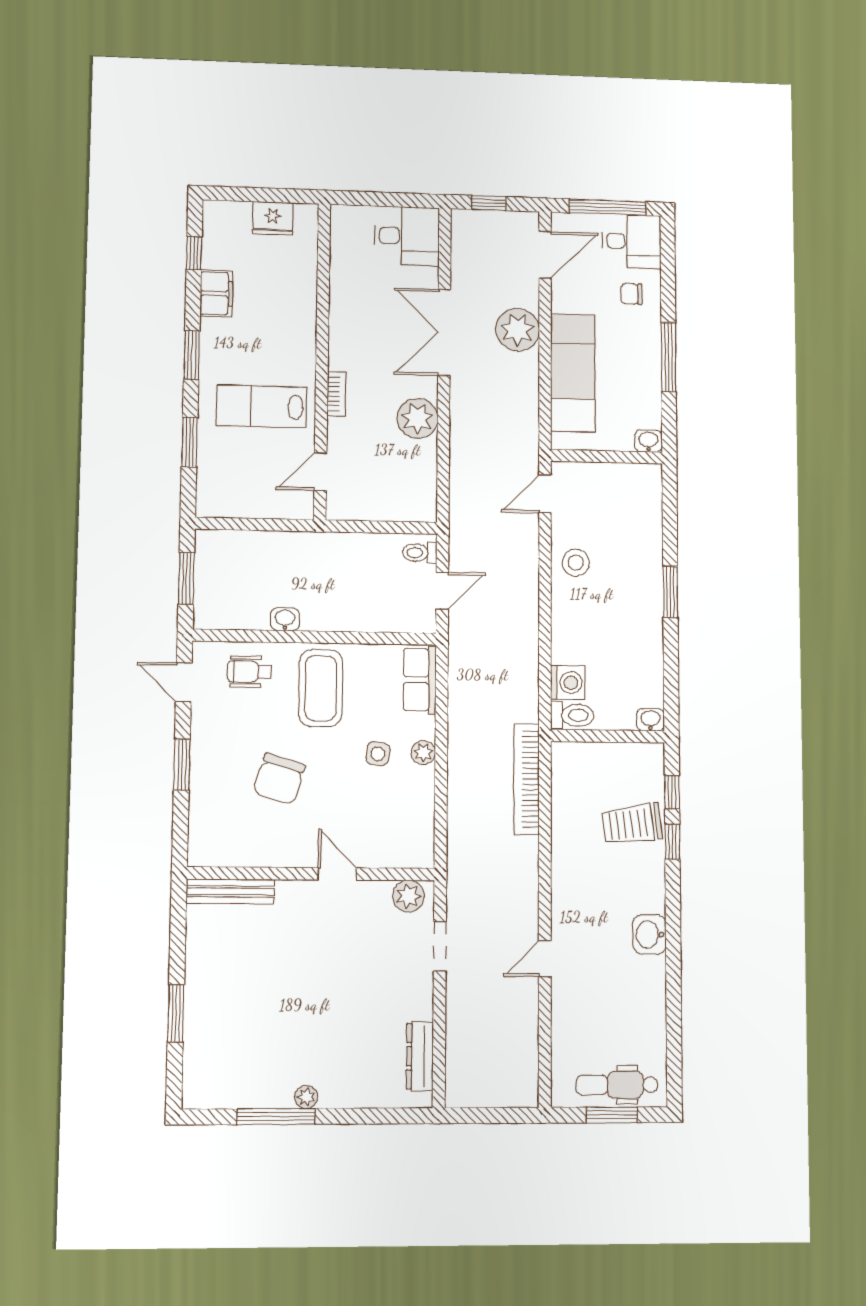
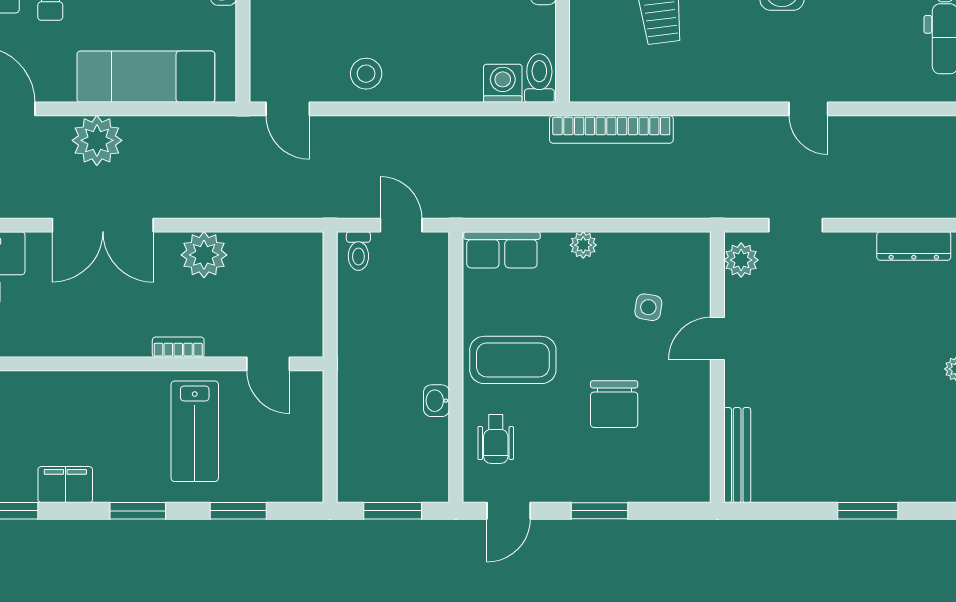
side table: (378, 754) -> (648, 307), moved
chair: (279, 779) -> (614, 404), turned 73

